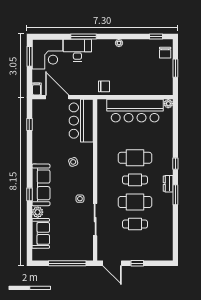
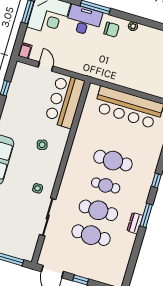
chair: (104, 86) -> (112, 30), moved
door: (57, 97) -> (46, 67), width x0.53
dresser: (168, 184) -> (135, 223), moved
cafe table: (135, 224) -> (91, 235), width x1.37, depth x1.35

